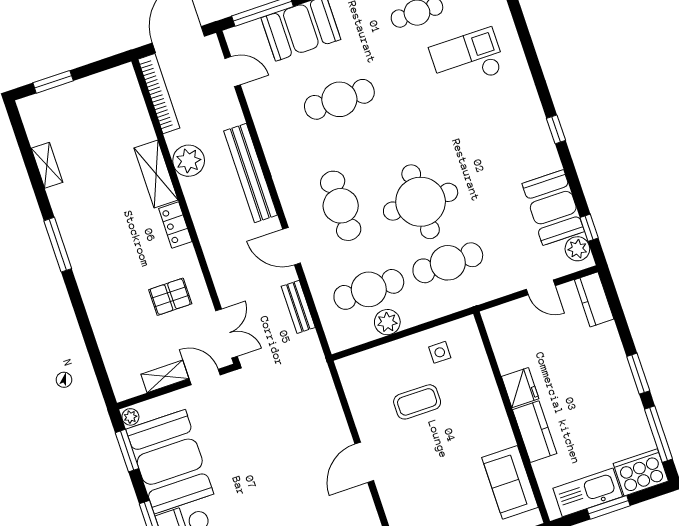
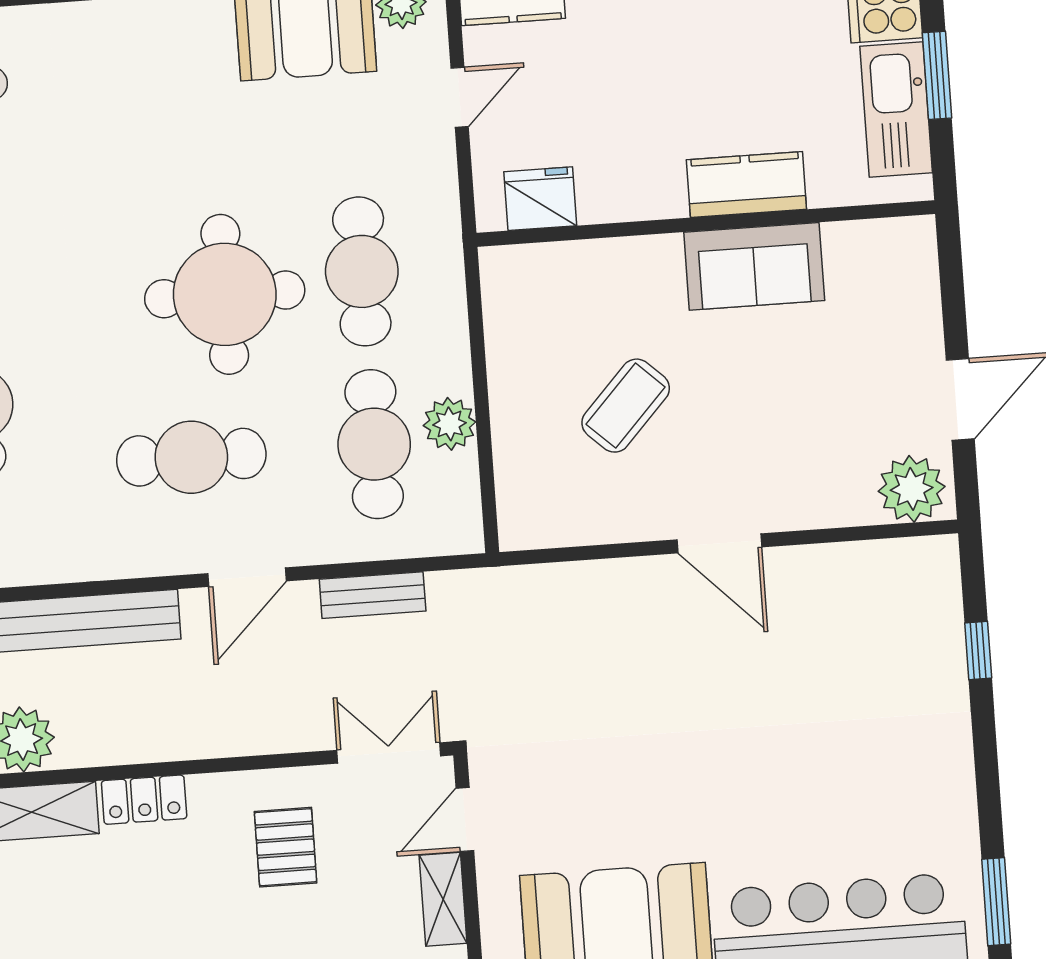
side table: (440, 352) -> (538, 334), removed
fridge: (520, 388) -> (540, 199), moved
coffee table: (417, 402) -> (626, 406), turned 43
sofa: (510, 482) -> (754, 266), moved

